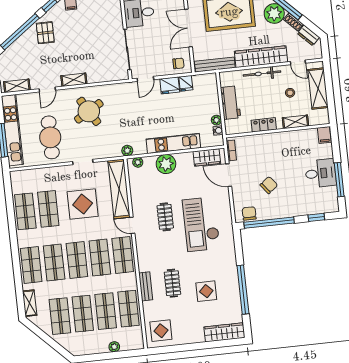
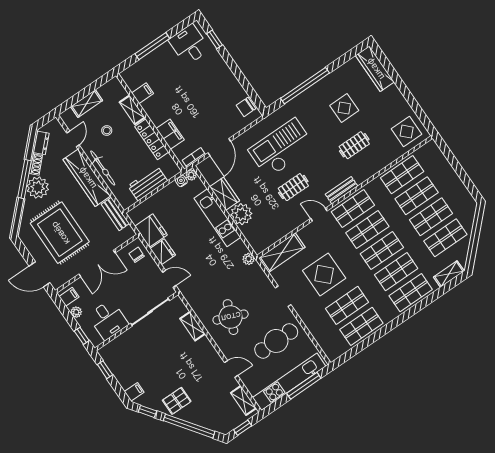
bench: (215, 64) -> (115, 214), width x0.73
shelving: (74, 80) -> (192, 326), moved
fridge: (186, 83) -> (151, 231), width x1.88, depth x1.34
shelving: (318, 89) -> (87, 104), width x0.67, depth x0.75
round table: (89, 111) -> (231, 317), turned -37
plant: (216, 120) -> (191, 175), moved
locker: (264, 125) -> (152, 139), width x1.53
filing cabinet: (324, 135) -> (143, 93), moved
filing cabinet: (260, 142) -> (170, 134), added
wardrobe: (207, 157) -> (225, 194), moved
plant: (138, 162) -> (255, 242), removed
desk: (321, 173) -> (189, 45), moved
window: (339, 180) -> (152, 46), moved
chair: (269, 185) -> (208, 103), removed
shelving: (119, 189) -> (282, 253), width x0.68
window: (269, 223) -> (244, 83), removed
checkout: (201, 224) -> (281, 148), turned 180
door: (132, 225) -> (319, 215), swing flipped
bench: (146, 286) -> (342, 190), moved
window: (243, 290) -> (305, 86), moved
plant: (114, 347) -> (447, 169), removed

